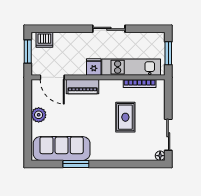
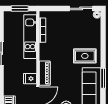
fridge: (94, 67) -> (30, 79), moved
rug: (125, 117) -> (85, 56), moved

